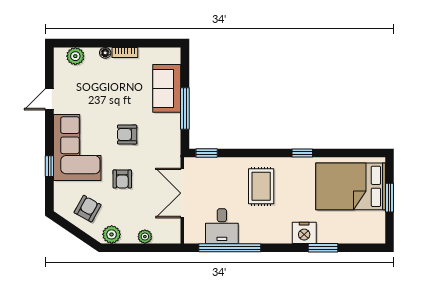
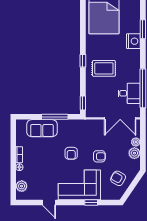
window: (302, 153) -> (83, 61), moved
double door: (182, 193) -> (120, 118), moved
plant: (112, 234) -> (134, 153), moved

